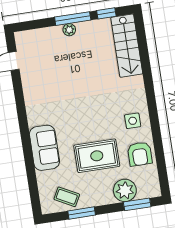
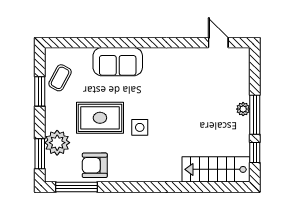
side table: (133, 121) -> (140, 127), moved
rug: (97, 156) -> (100, 118), turned 90
window: (162, 167) -> (77, 187), added

